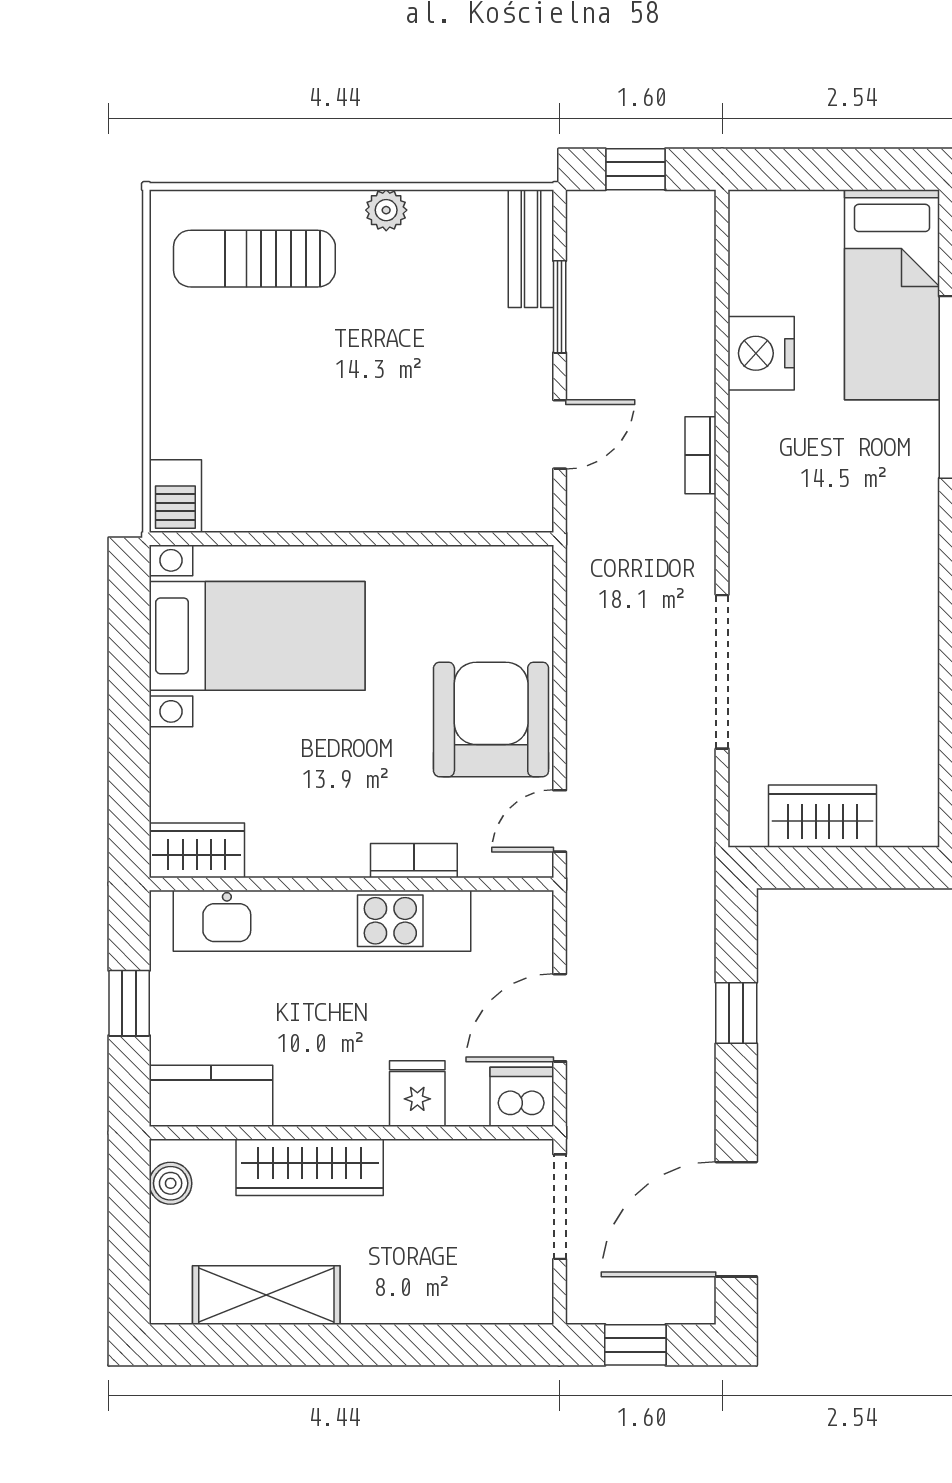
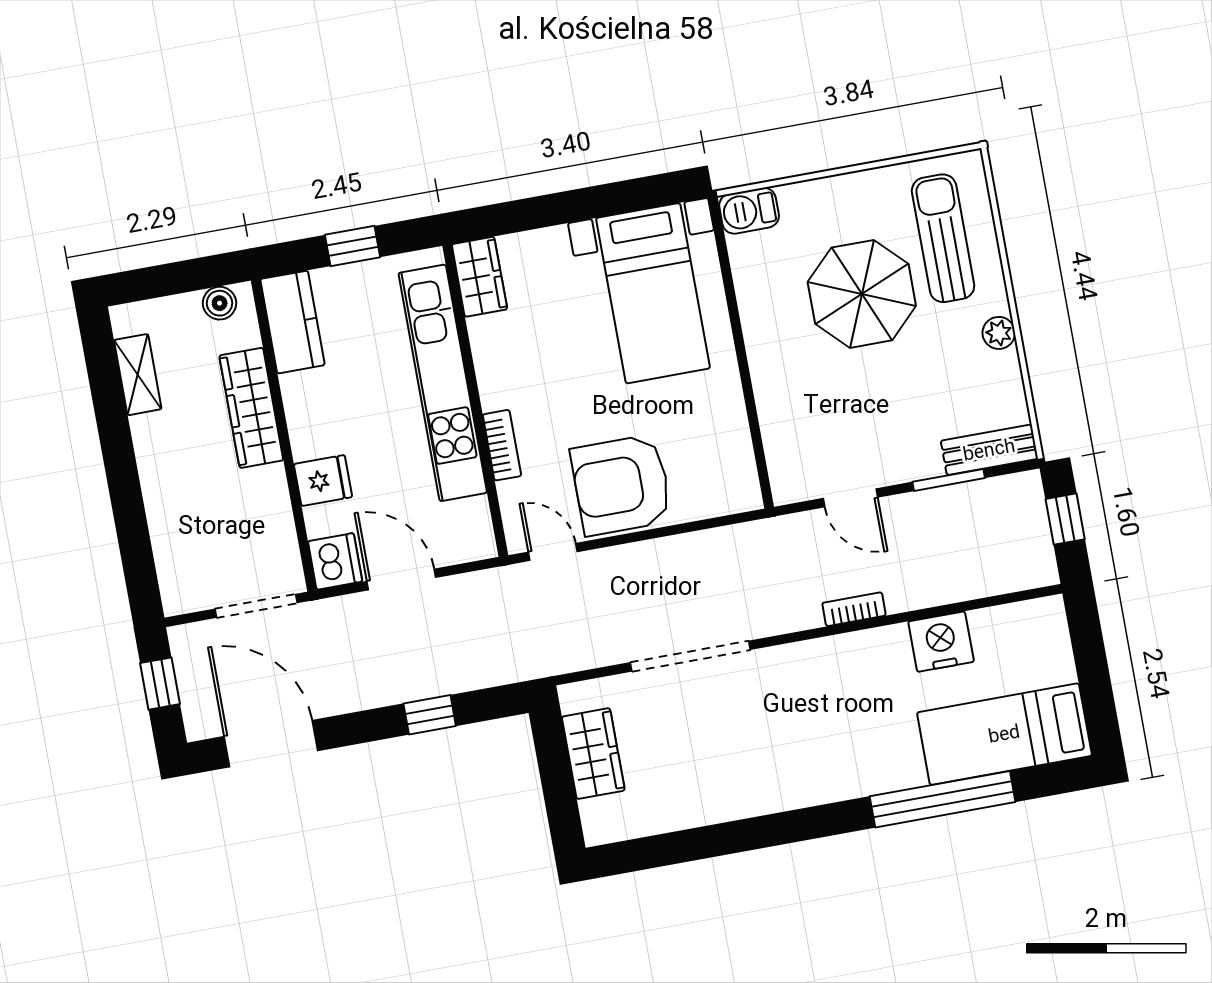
parasol: (306, 373) -> (862, 294), added
armchair: (491, 719) -> (621, 485), turned 180
shelving: (266, 1295) -> (138, 375), width x0.67, depth x0.75

